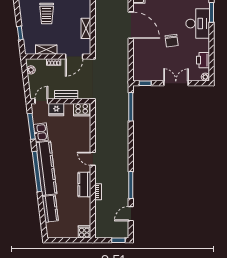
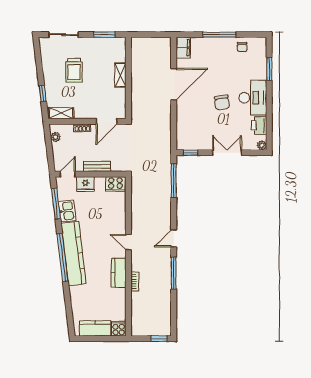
desk: (198, 24) -> (253, 98), moved
door: (131, 25) -> (174, 84), hinge flipped
shelving: (86, 28) -> (120, 75), moved
shelving: (46, 50) -> (61, 113), moved
kitchen counter: (50, 209) -> (95, 328), moved, turned -83
door: (131, 214) -> (174, 238), moved

